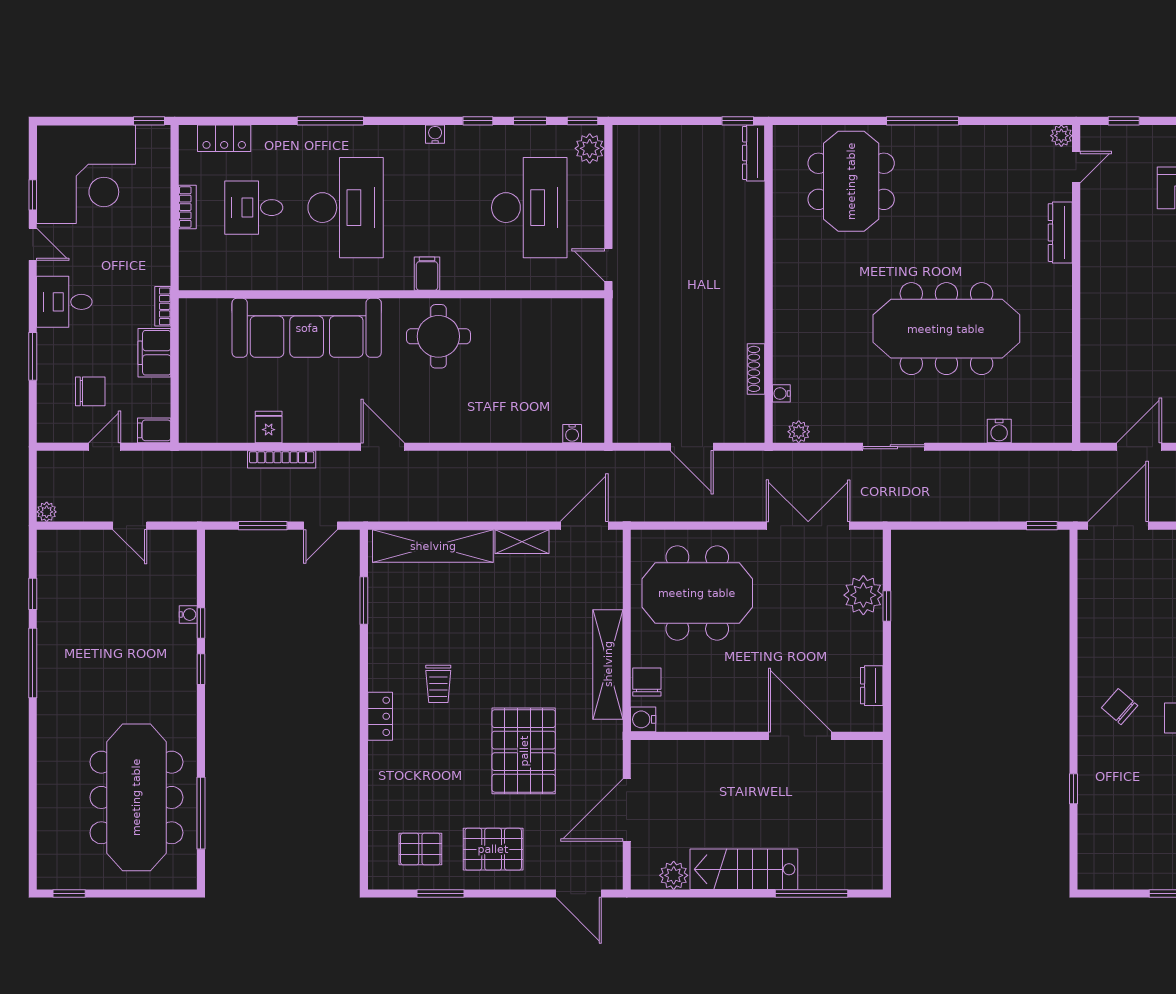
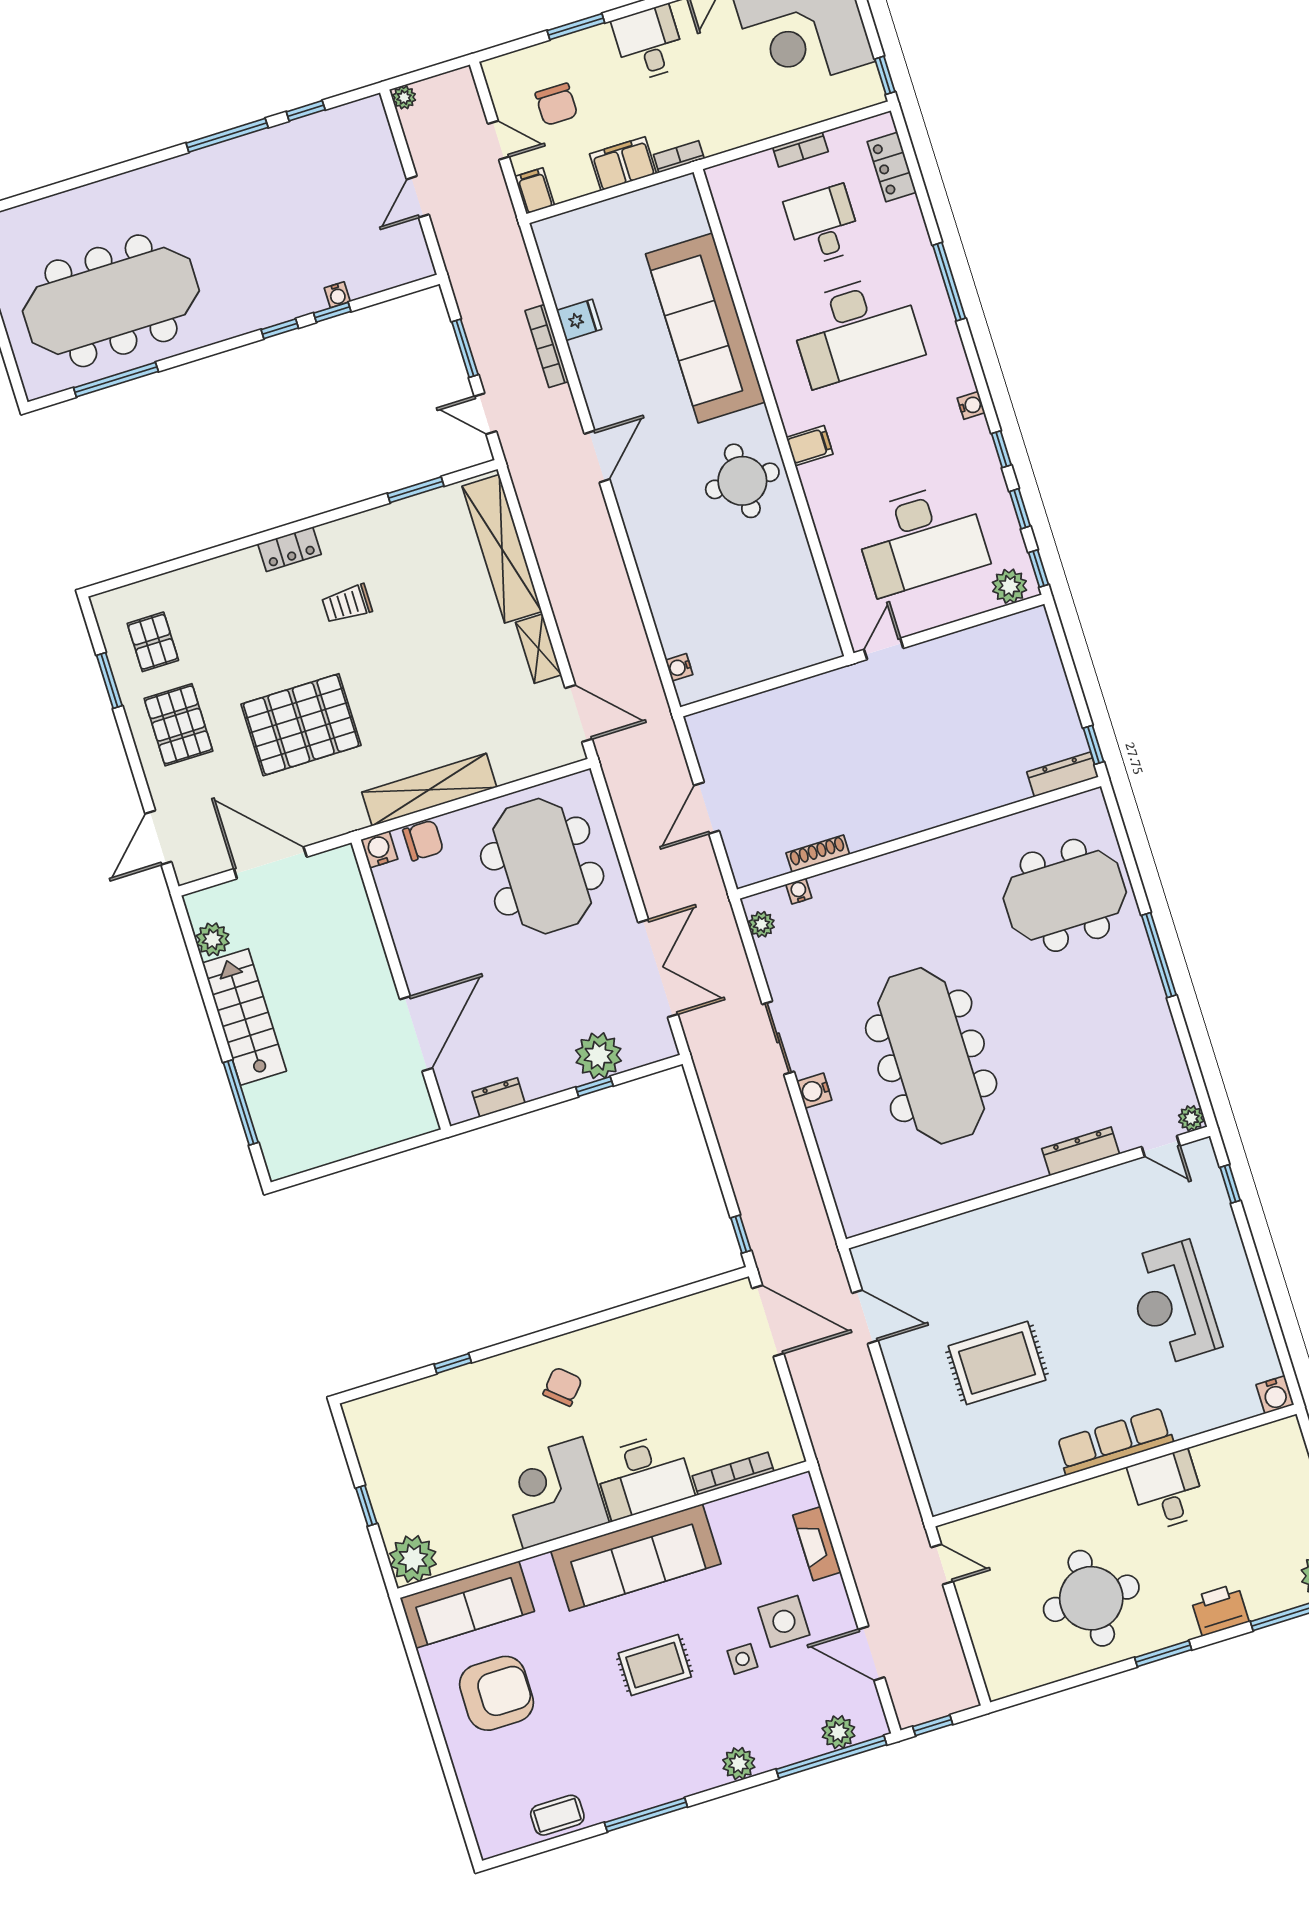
water cooler: (999, 431) -> (814, 1091), moved

